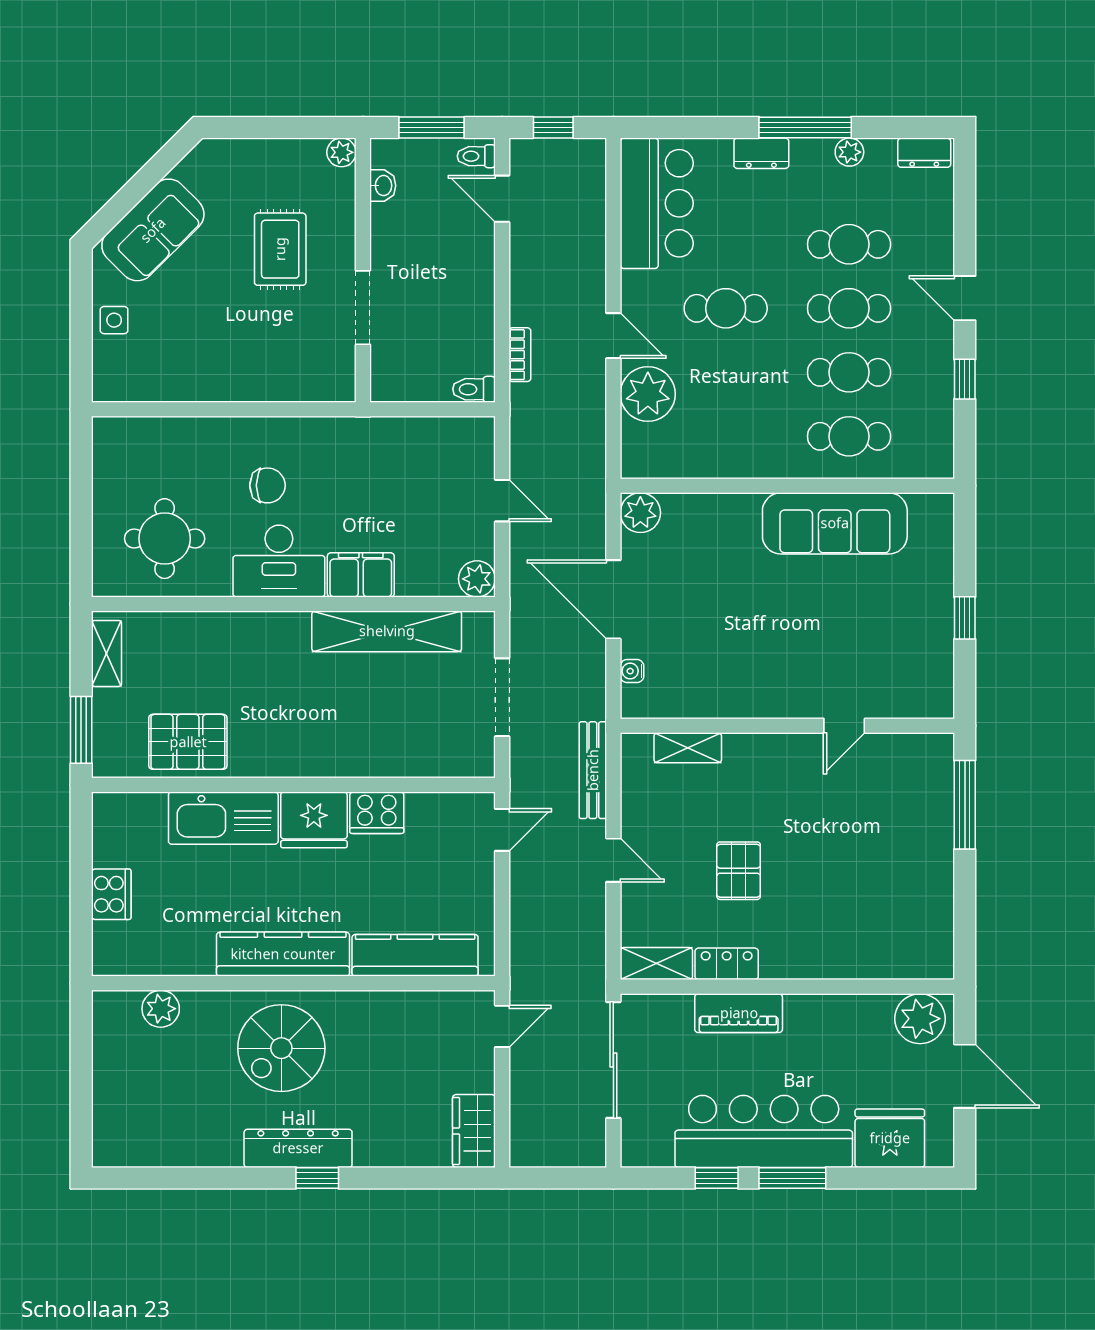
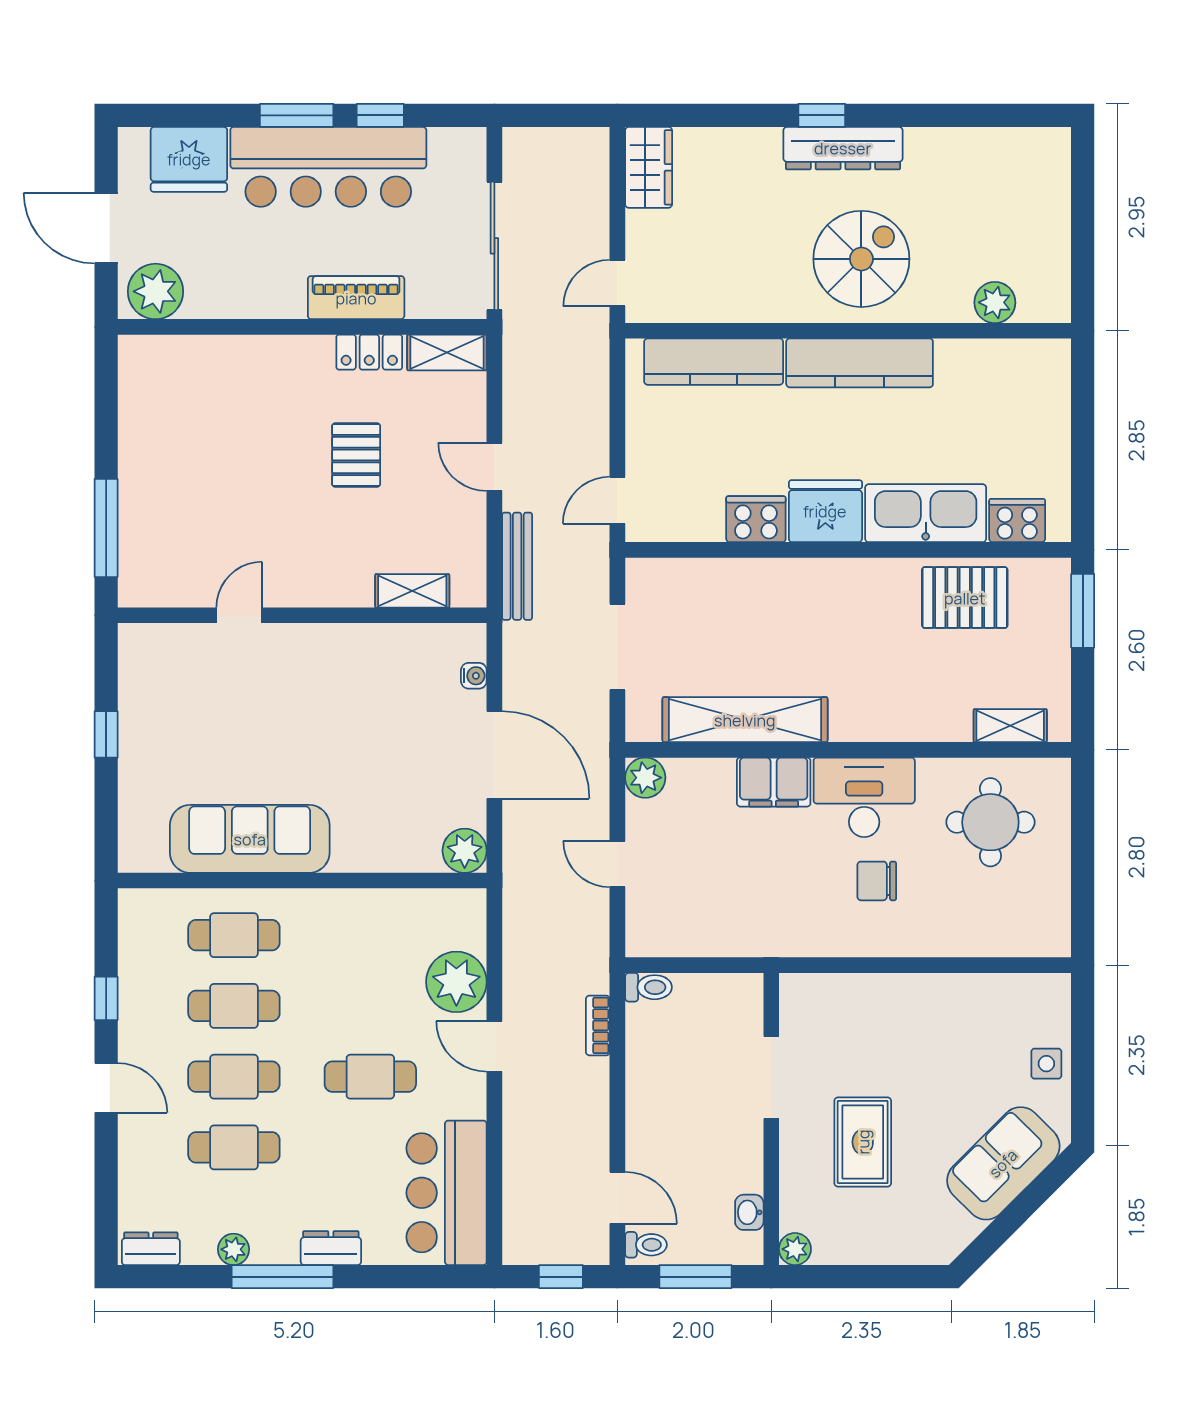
shelving: (107, 653) -> (1010, 726), moved, turned 90
cooker: (111, 894) -> (1017, 521), moved, turned 90

